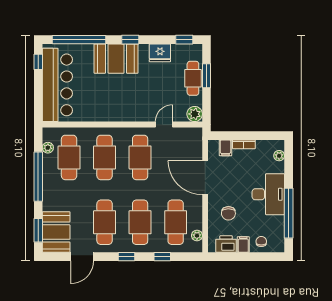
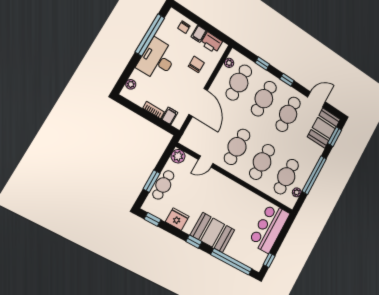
bar counter: (57, 85) -> (269, 228), width x0.73

